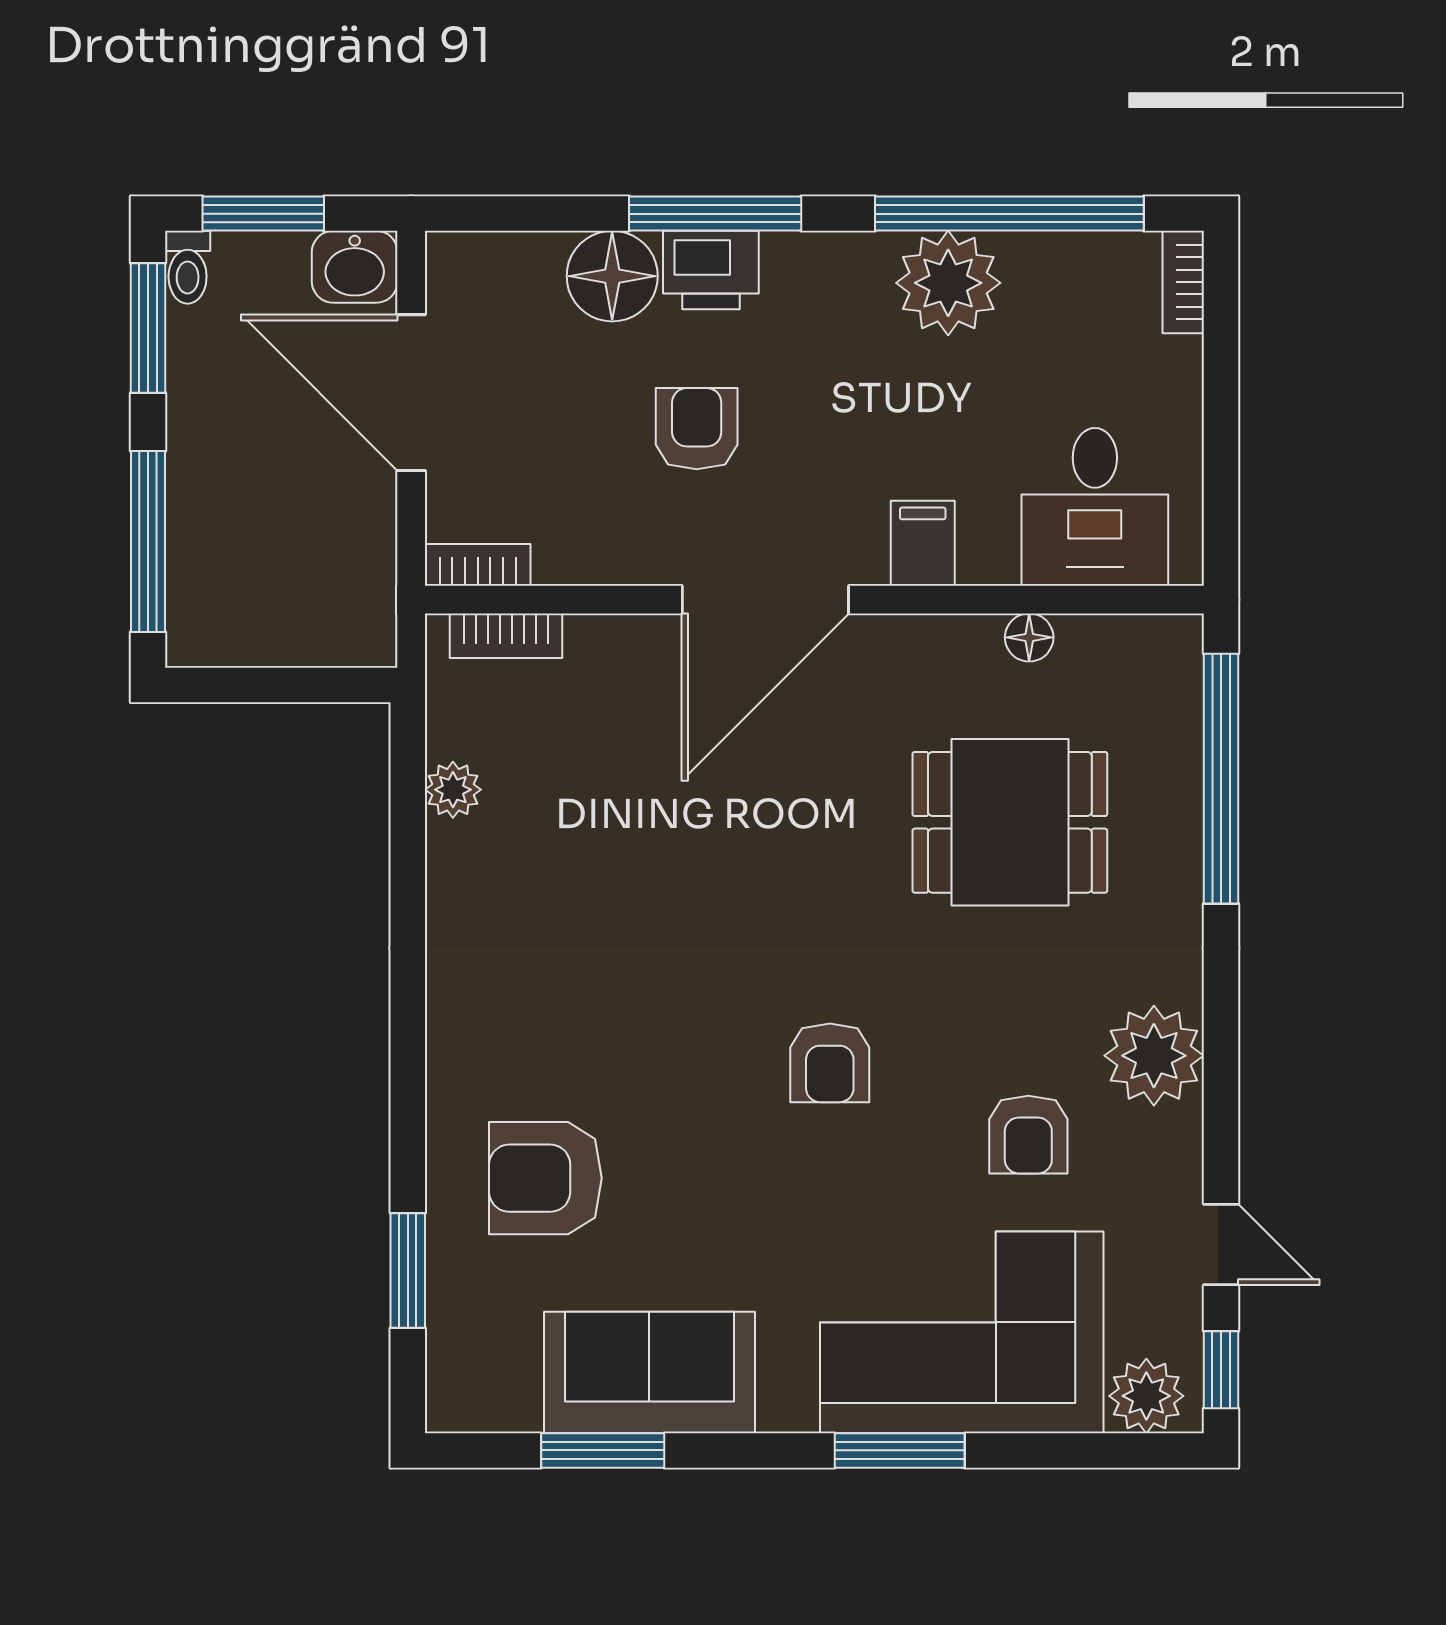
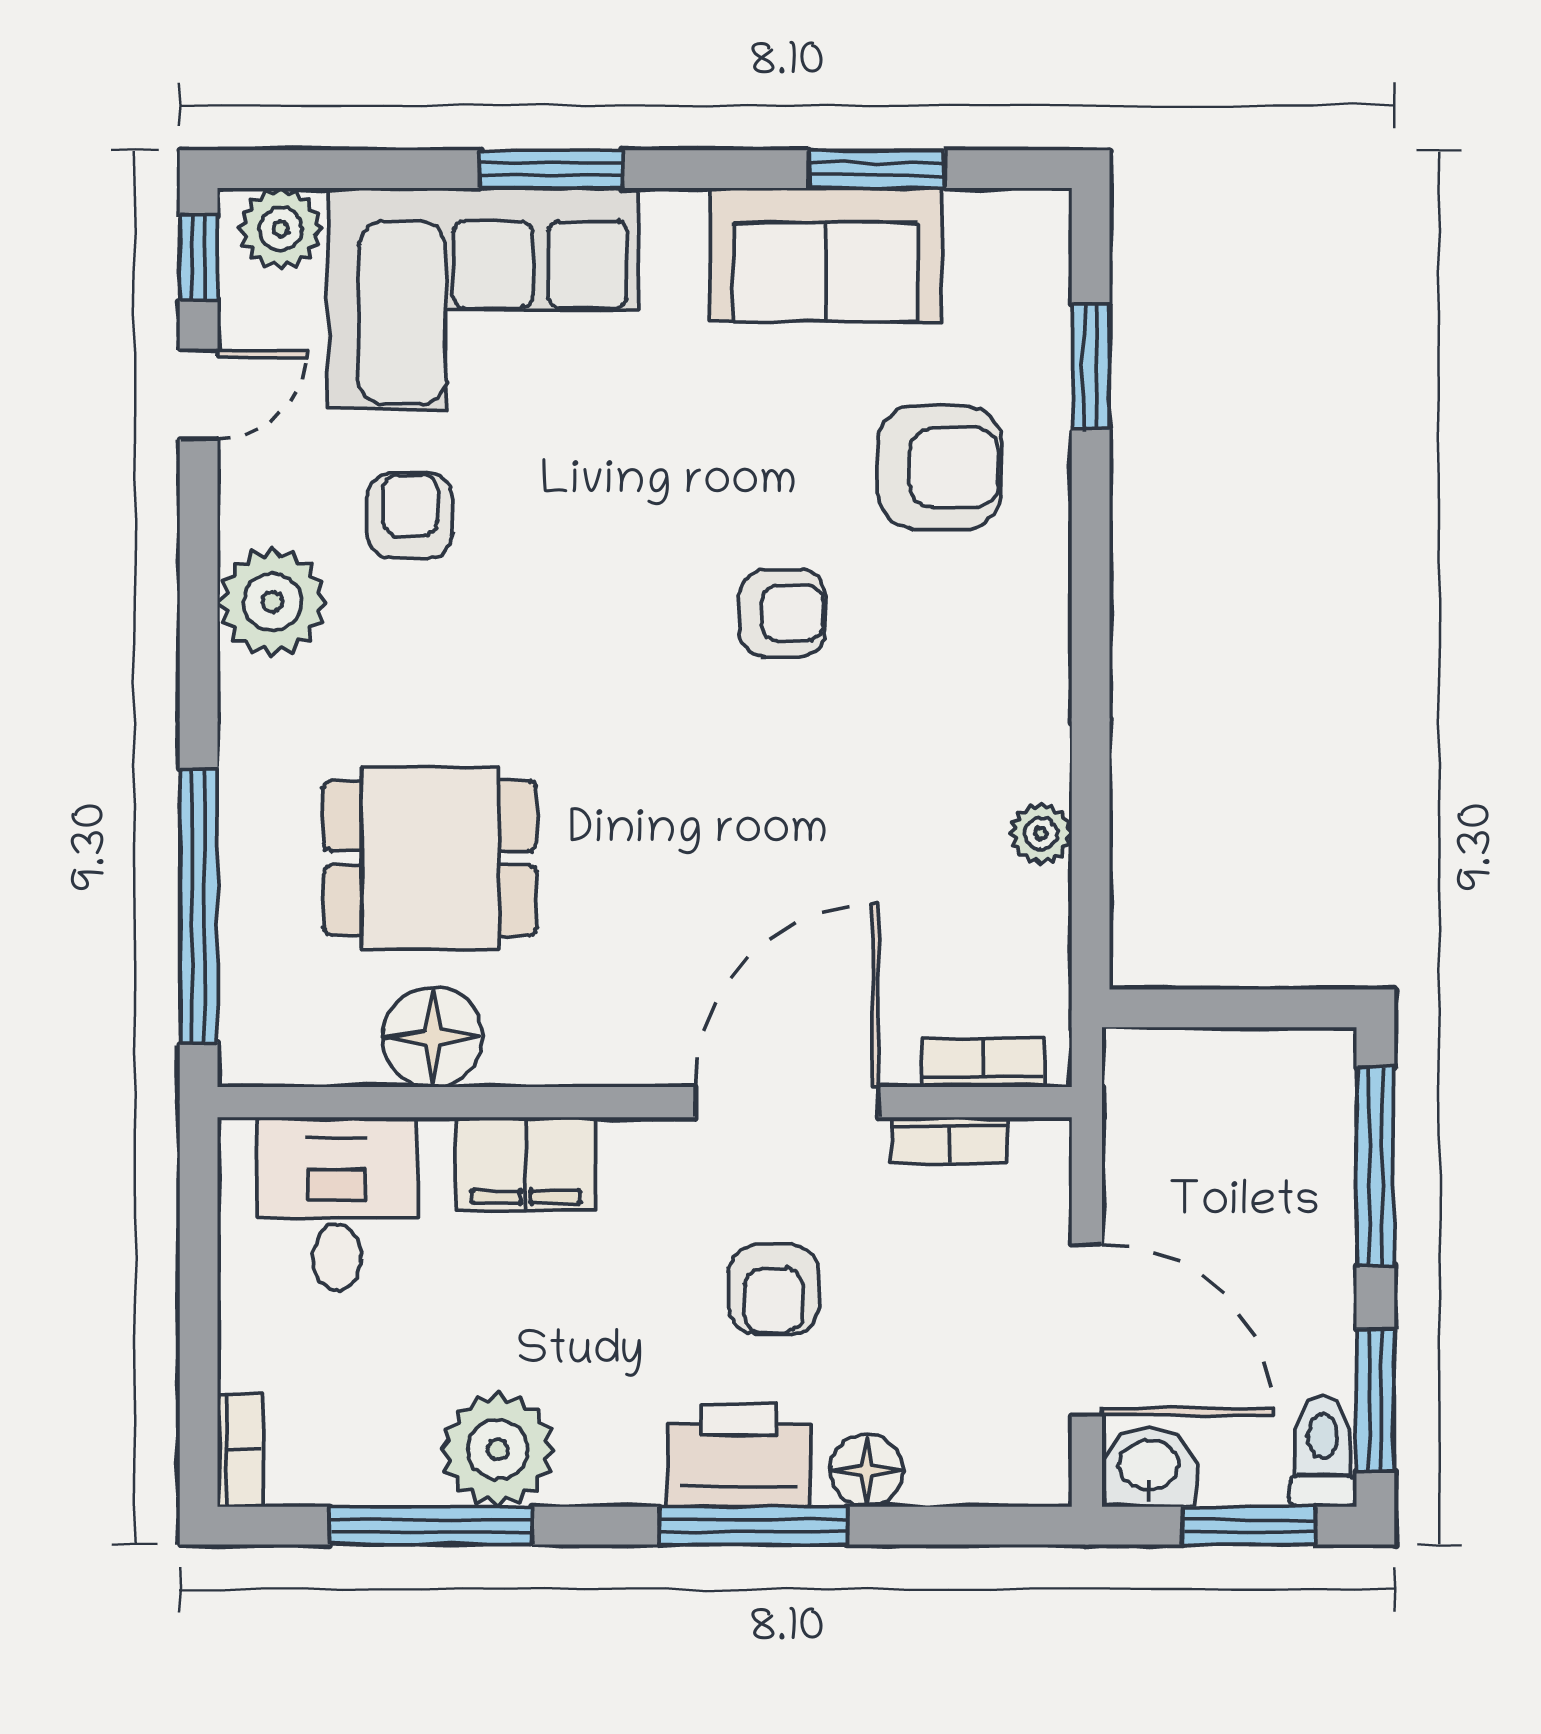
window: (1009, 214) -> (431, 1526), width x0.68
toilet: (188, 267) -> (1323, 1451), width x1.37, depth x1.39
printer: (711, 270) -> (739, 1455), width x1.37, depth x1.19
floor lamp: (612, 276) -> (866, 1471), width x0.73, depth x0.73
filing cabinet: (923, 543) -> (526, 1164), width x2.00
bookcase: (478, 565) -> (950, 1140), moved
door: (765, 600) -> (787, 1102), moved
floor lamp: (1029, 637) -> (433, 1037), width x1.89, depth x1.89
plant: (453, 790) -> (1041, 834), moved
armchair: (830, 1063) -> (782, 613), moved, turned 90
door: (1221, 1244) -> (199, 395), swing flipped

